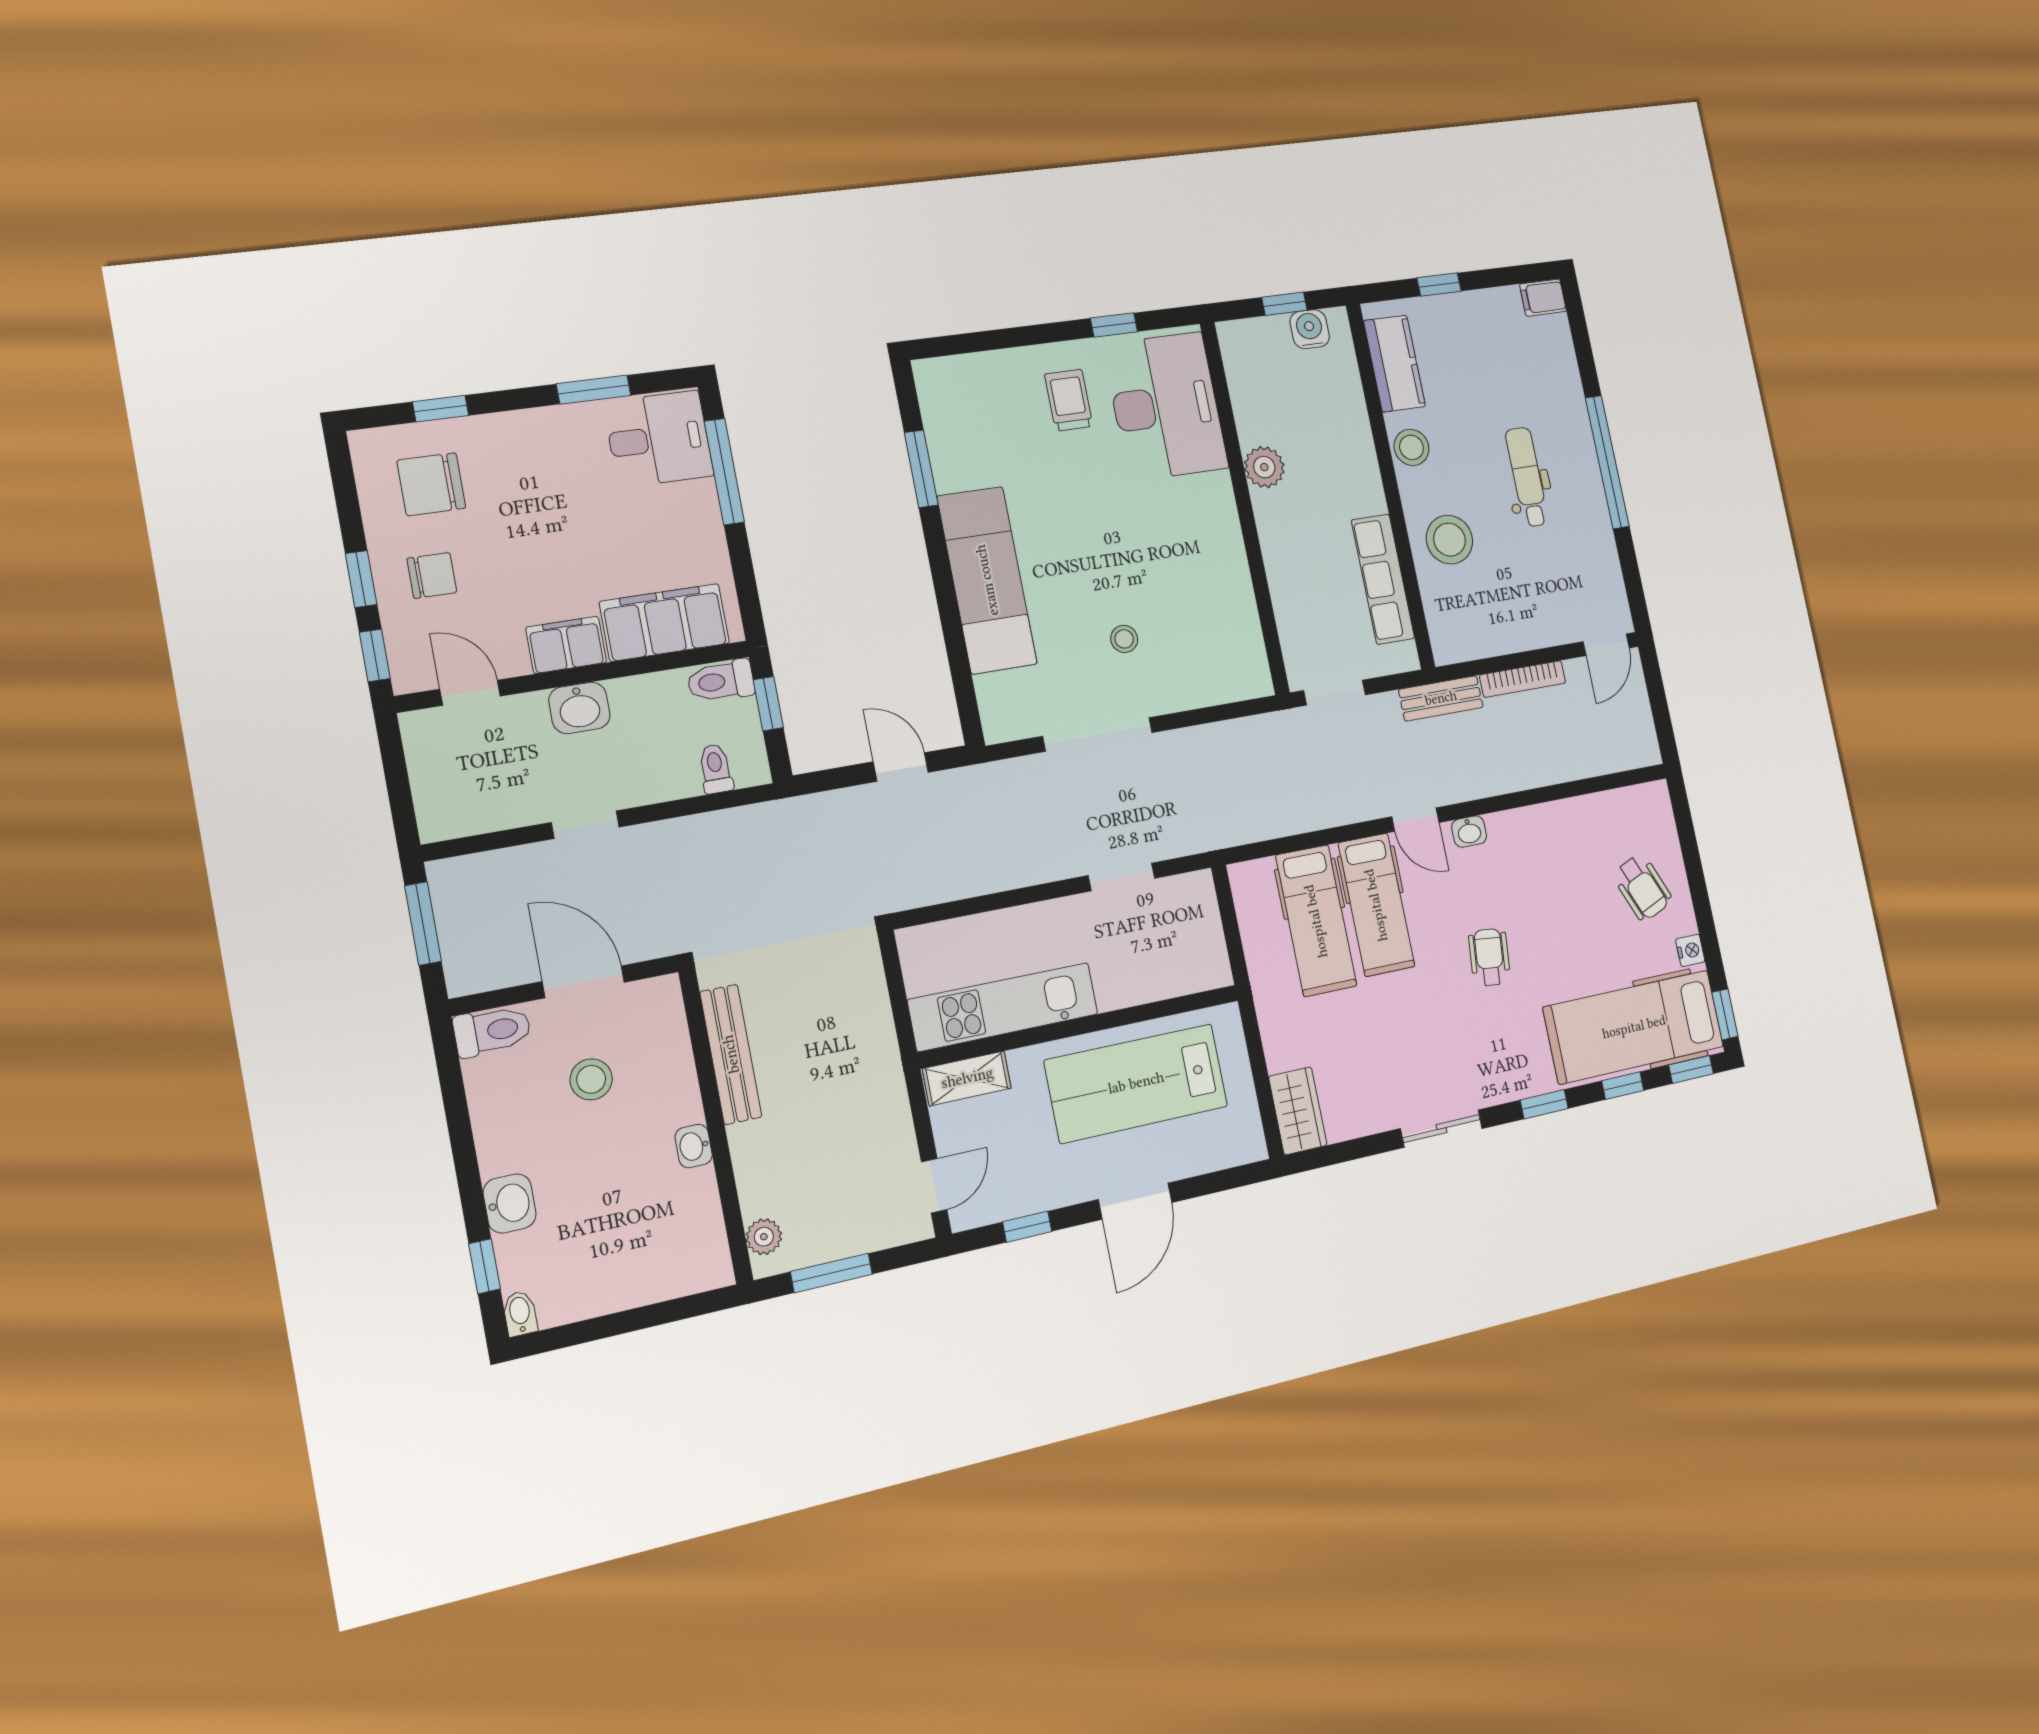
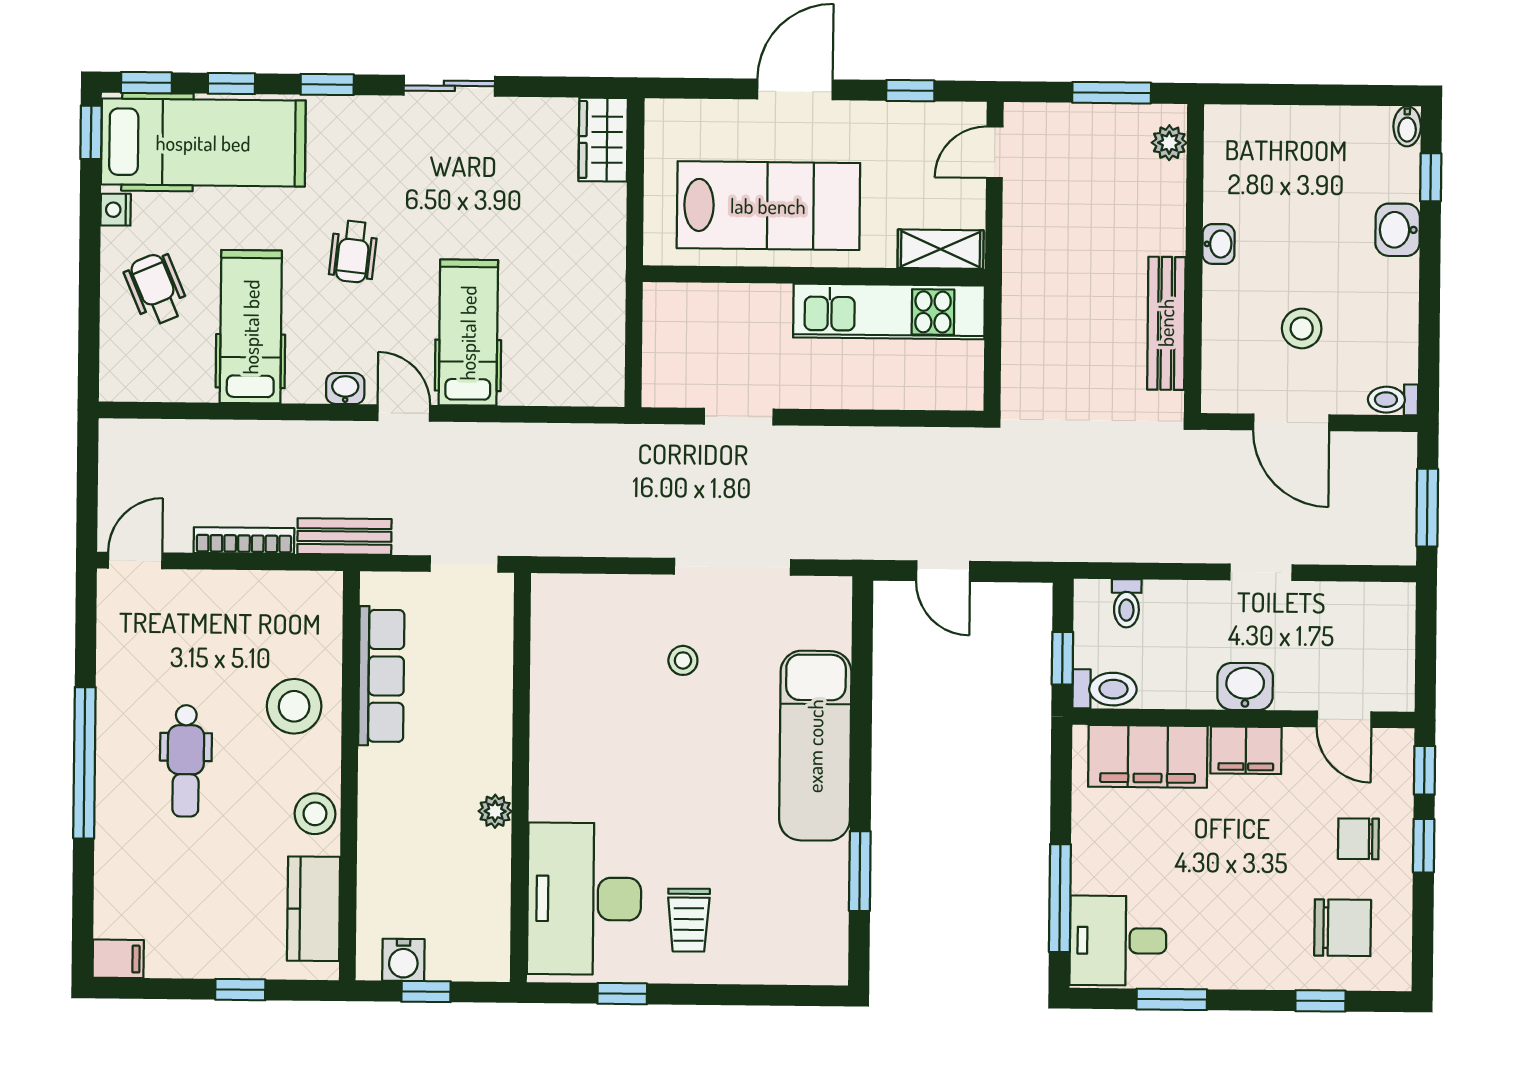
plant: (1264, 467) -> (495, 811), width x0.73, depth x0.73
hospital bed: (1316, 921) -> (251, 327), moved
toilet: (492, 1031) -> (1393, 400), width x0.73, depth x0.72

